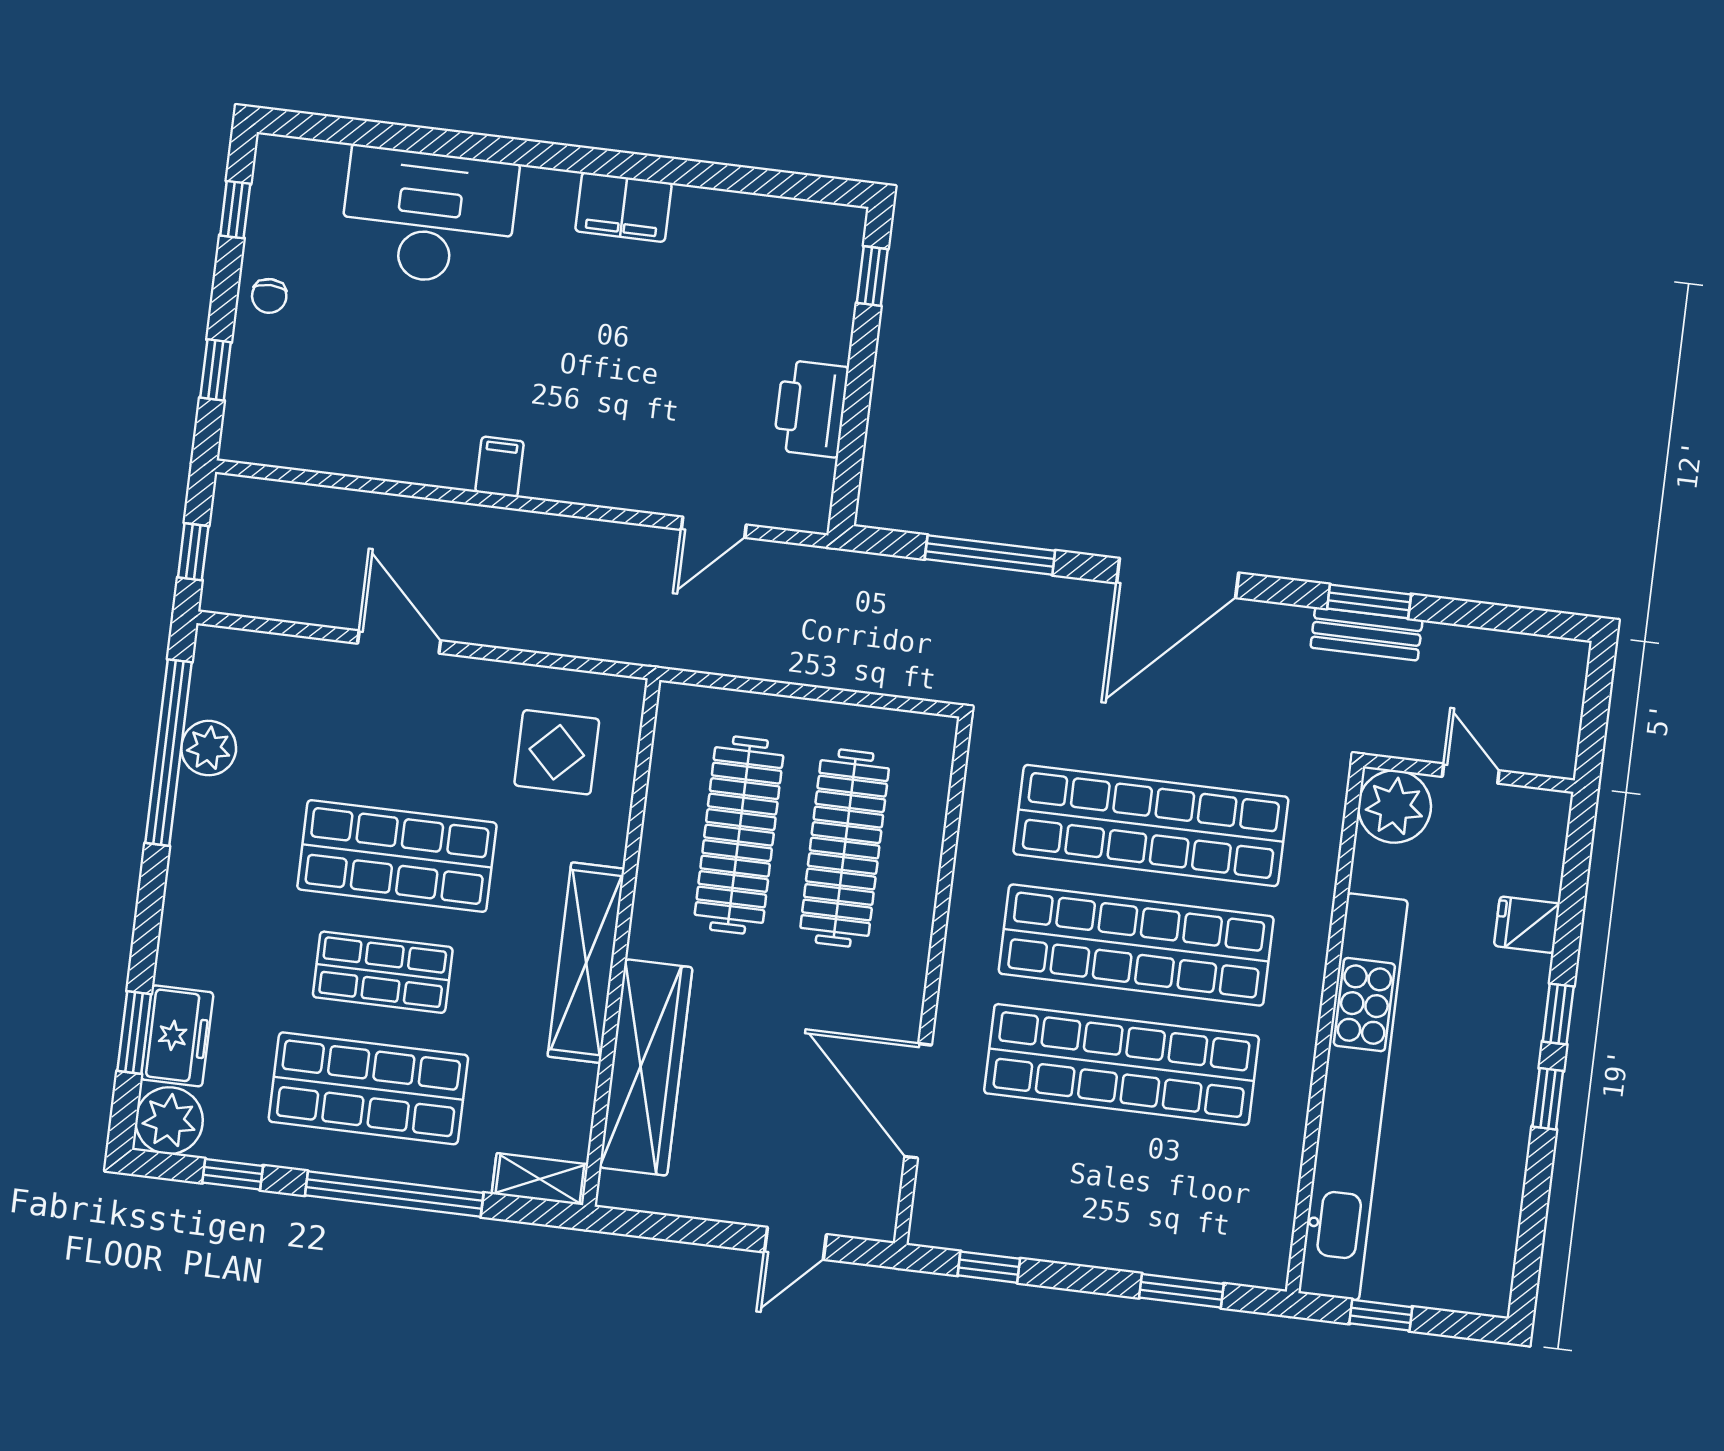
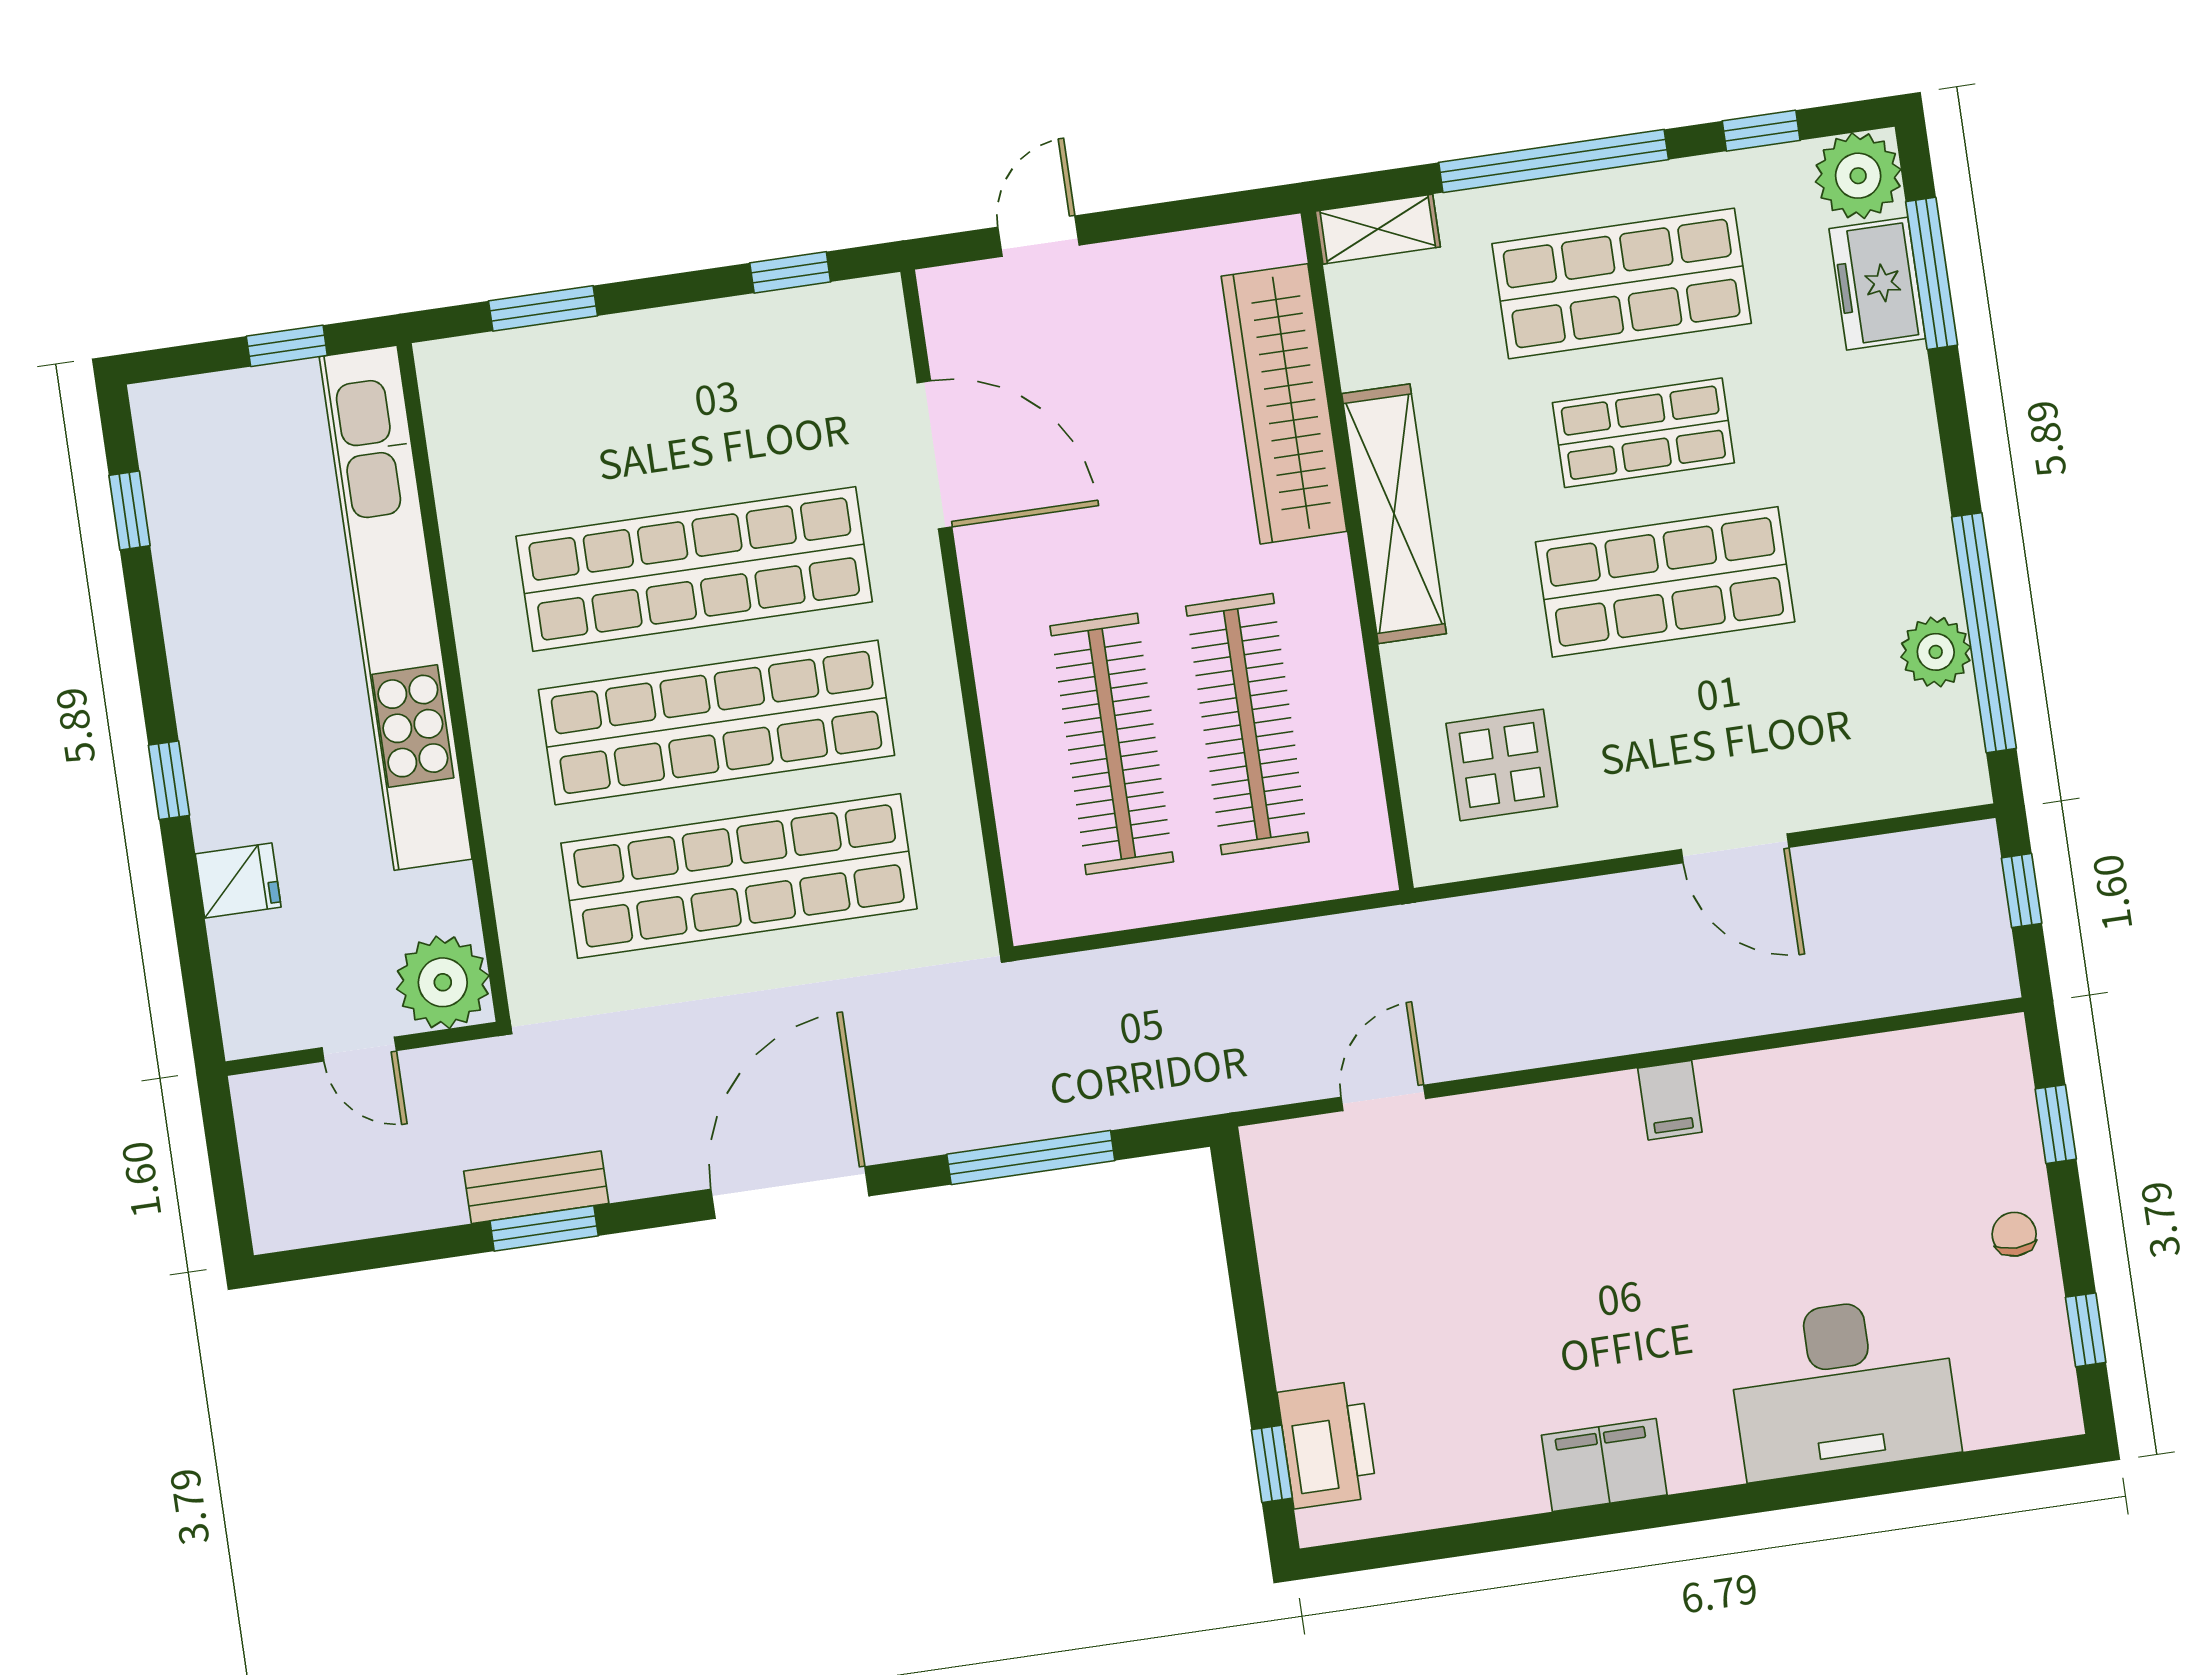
printer: (811, 409) -> (1327, 1445), moved
window: (134, 1032) -> (1932, 273), width x1.44
window: (1548, 1099) -> (130, 510), moved

